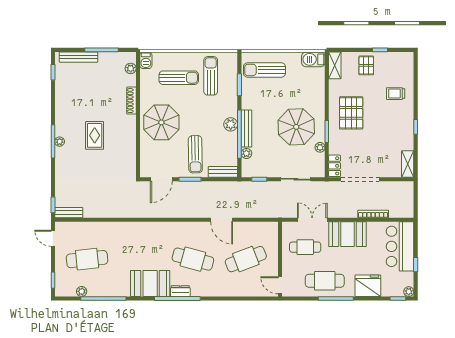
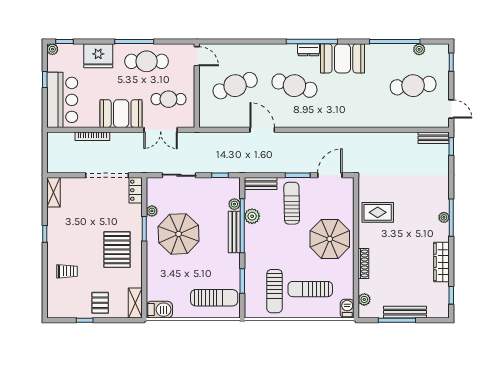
bench: (79, 57) -> (405, 312), moved
wardrobe: (62, 102) -> (441, 262), added
plant: (231, 124) -> (252, 216), moved
rug: (95, 135) -> (378, 212), moved, turned 90

